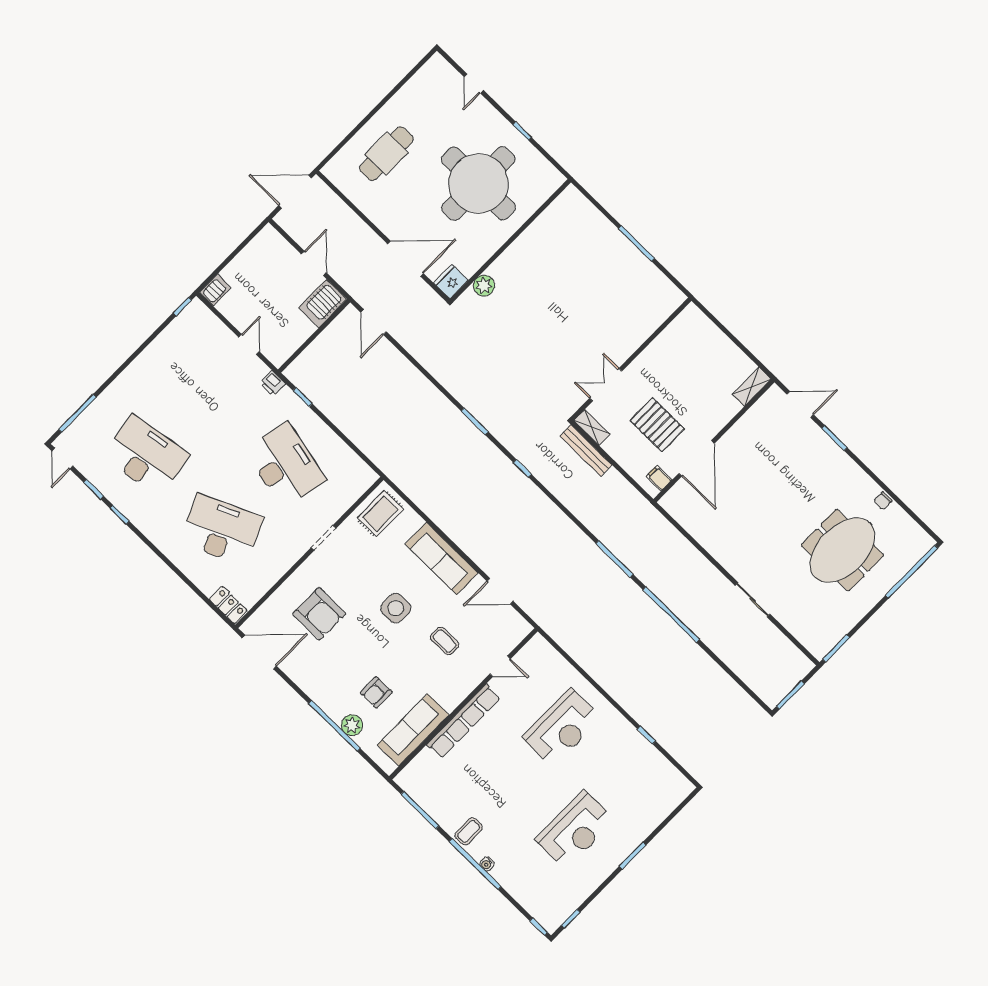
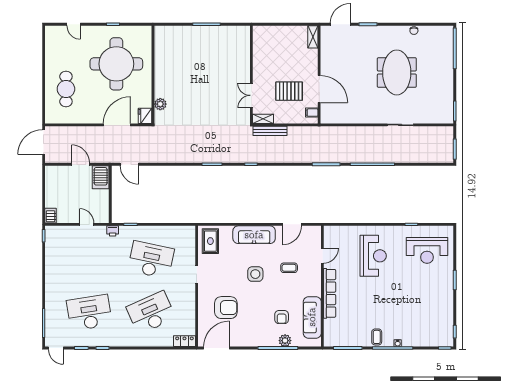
meeting table: (842, 550) -> (397, 72), moved
reception desk: (575, 830) -> (427, 250), moved, turned 90

